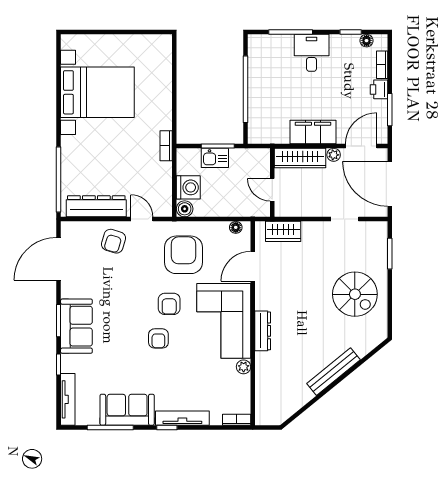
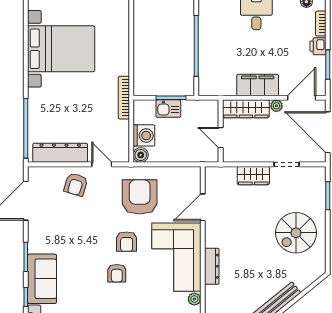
bookcase: (166, 146) -> (124, 98), width x1.56
floor lamp: (236, 227) -> (187, 172), removed
wardrobe: (283, 231) -> (253, 176), moved
spiral stairs: (355, 294) -> (296, 233), turned 90
sofa: (76, 326) -> (42, 279), moved

